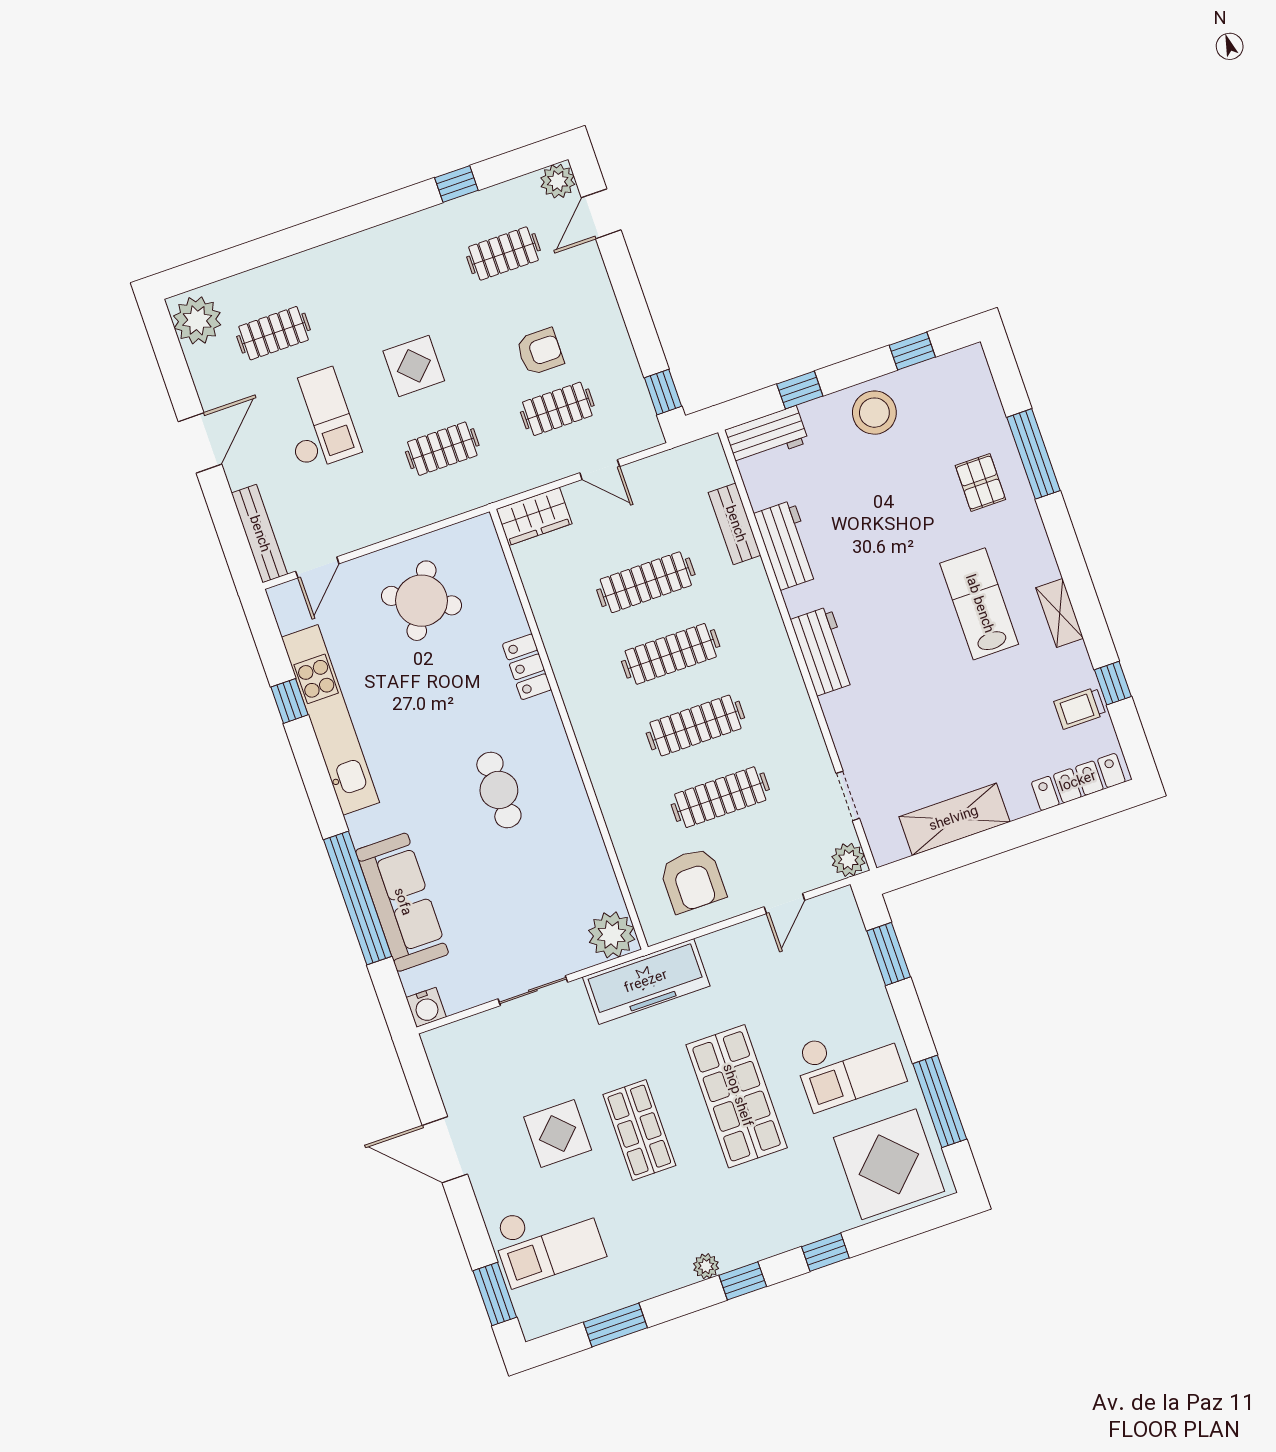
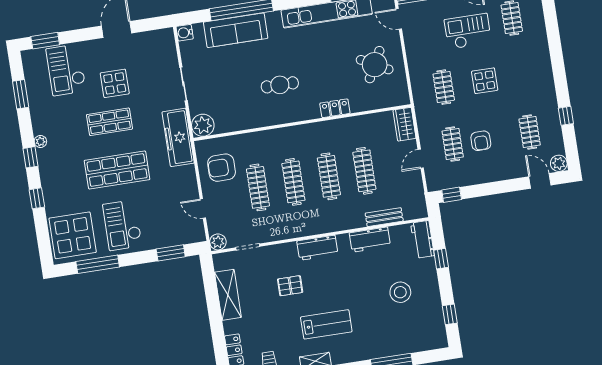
stool: (874, 413) -> (400, 292), moved
checkout: (317, 420) -> (468, 31), turned 180
pallet: (980, 482) -> (290, 286), moved

